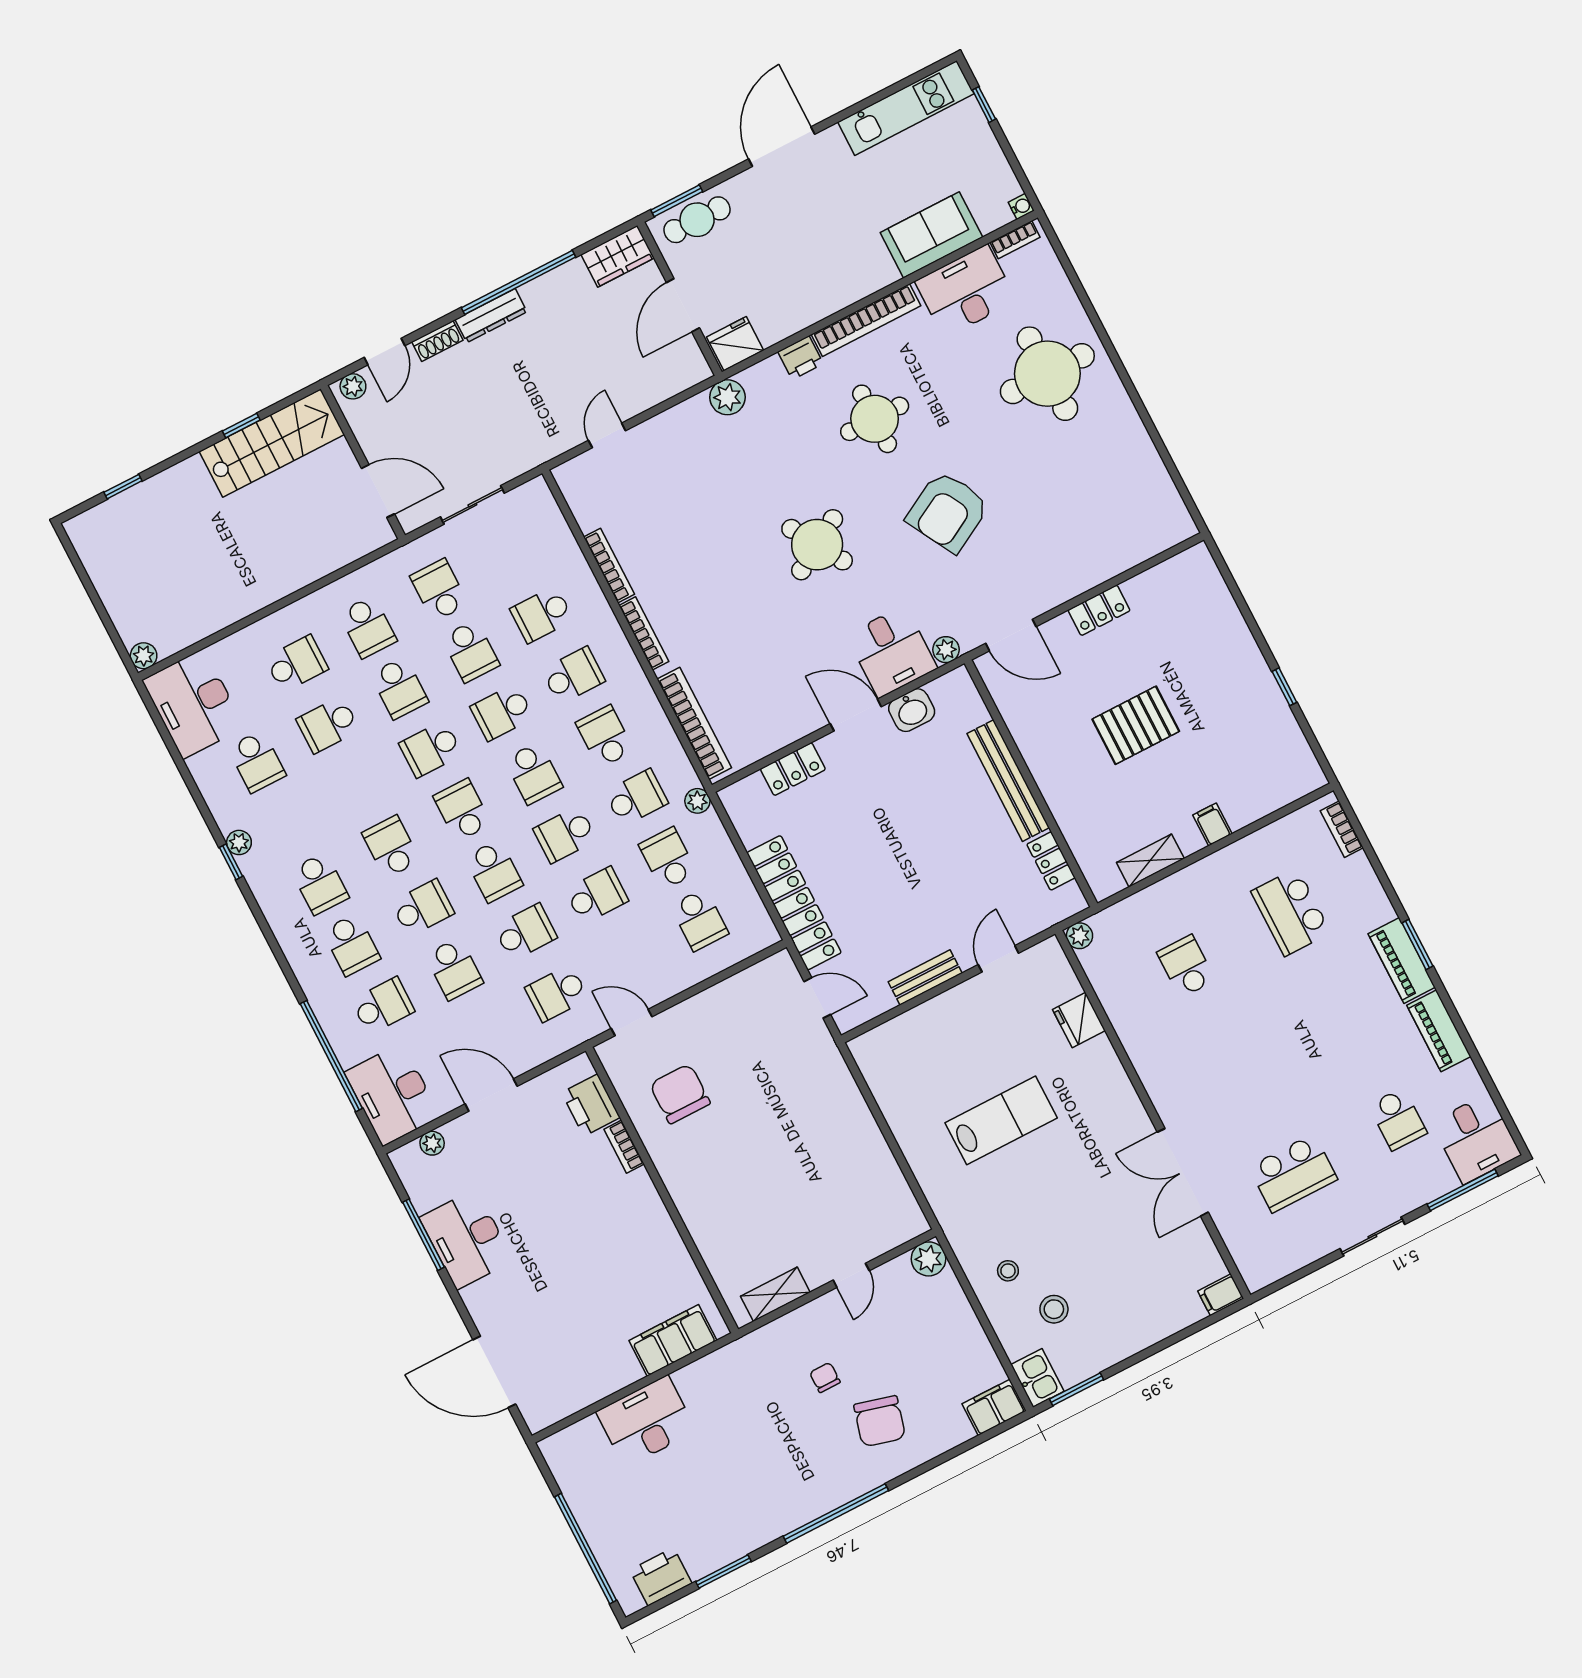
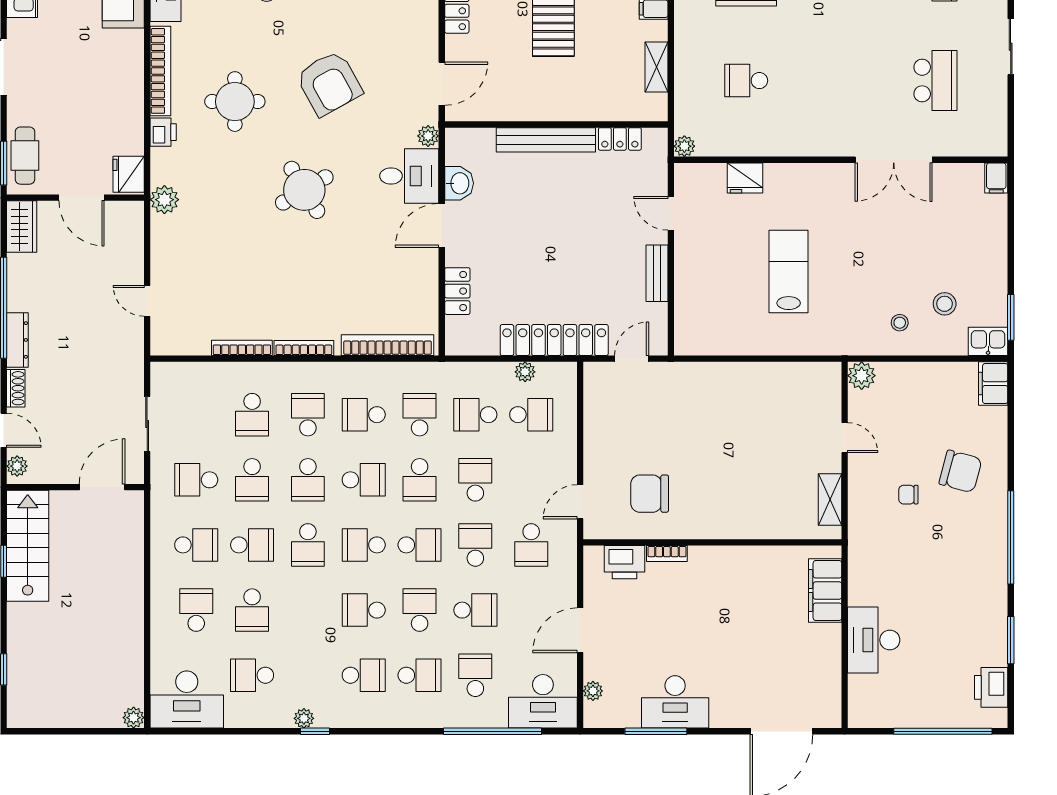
school desk: (471, 651) -> (252, 480), turned 90
school desk: (257, 761) -> (252, 675), turned 180
plant: (697, 801) -> (525, 372), moved

